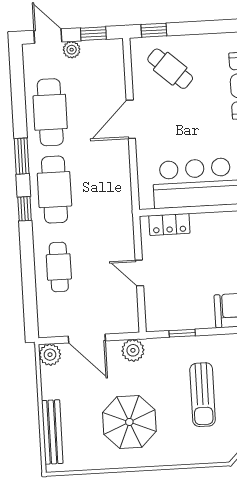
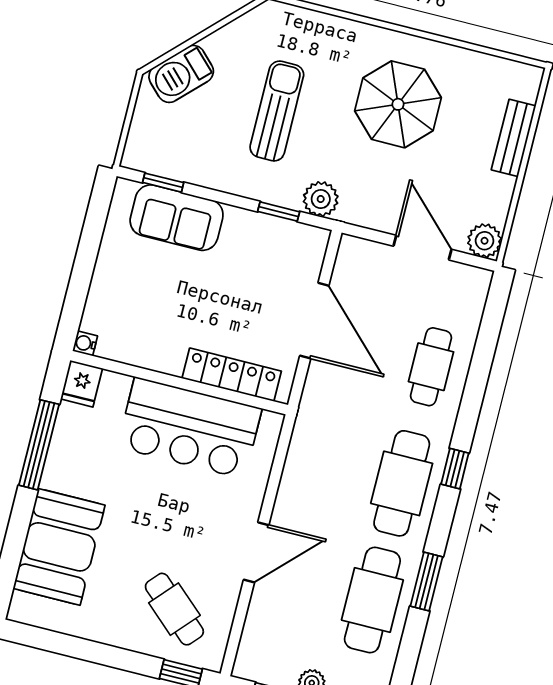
window: (22, 156) -> (427, 582), moved
locker: (169, 224) -> (232, 375), width x1.53
door: (139, 273) -> (314, 321), width x1.87
plant: (133, 350) -> (321, 199), moved
bench: (52, 432) -> (514, 138), width x0.73

